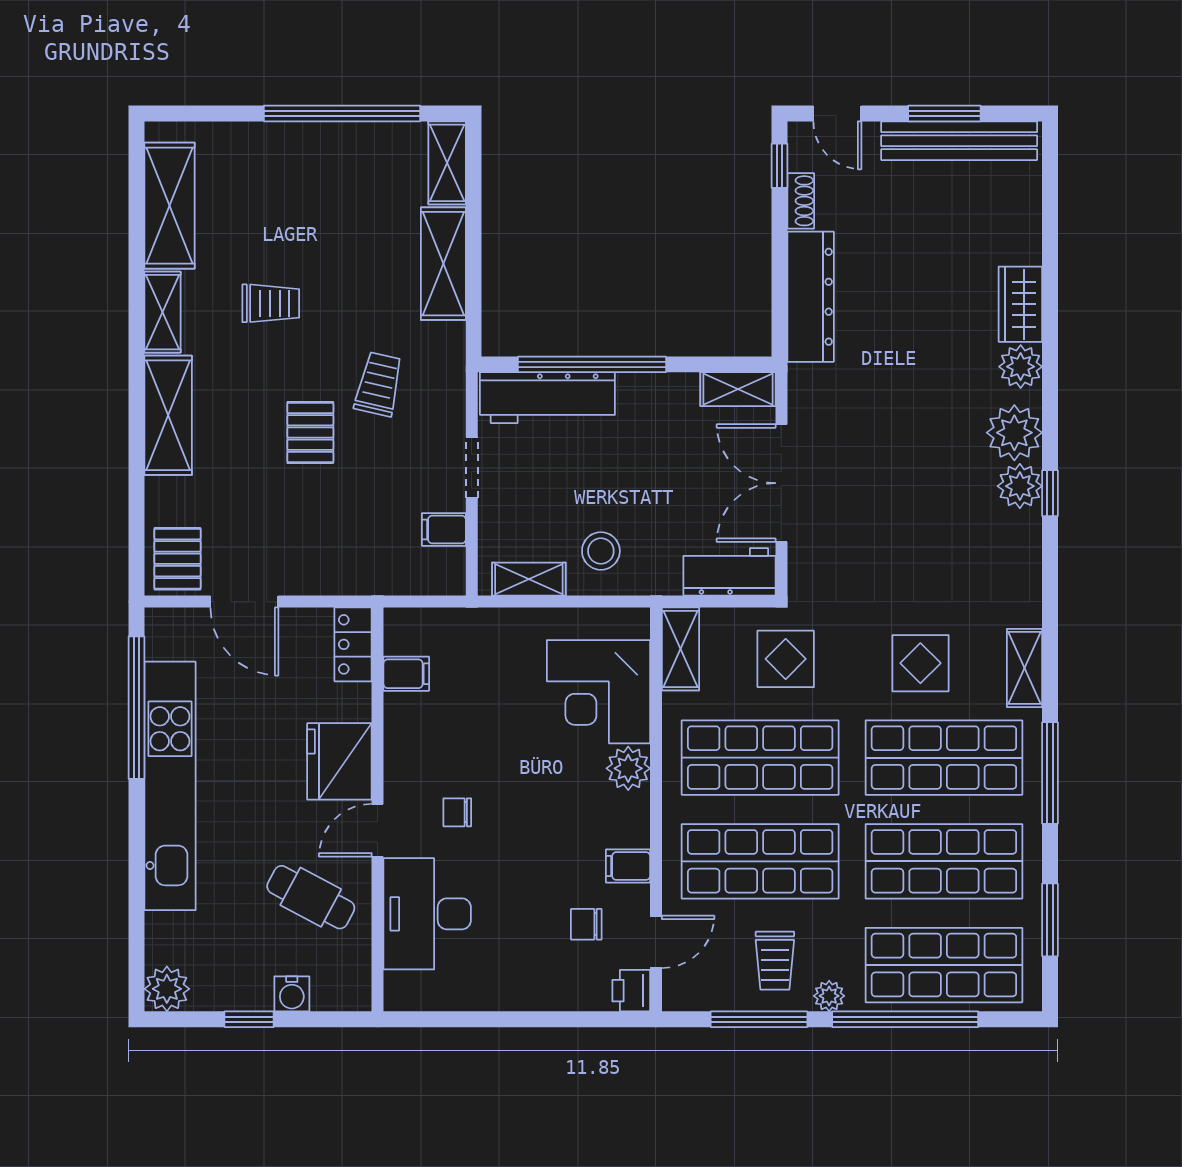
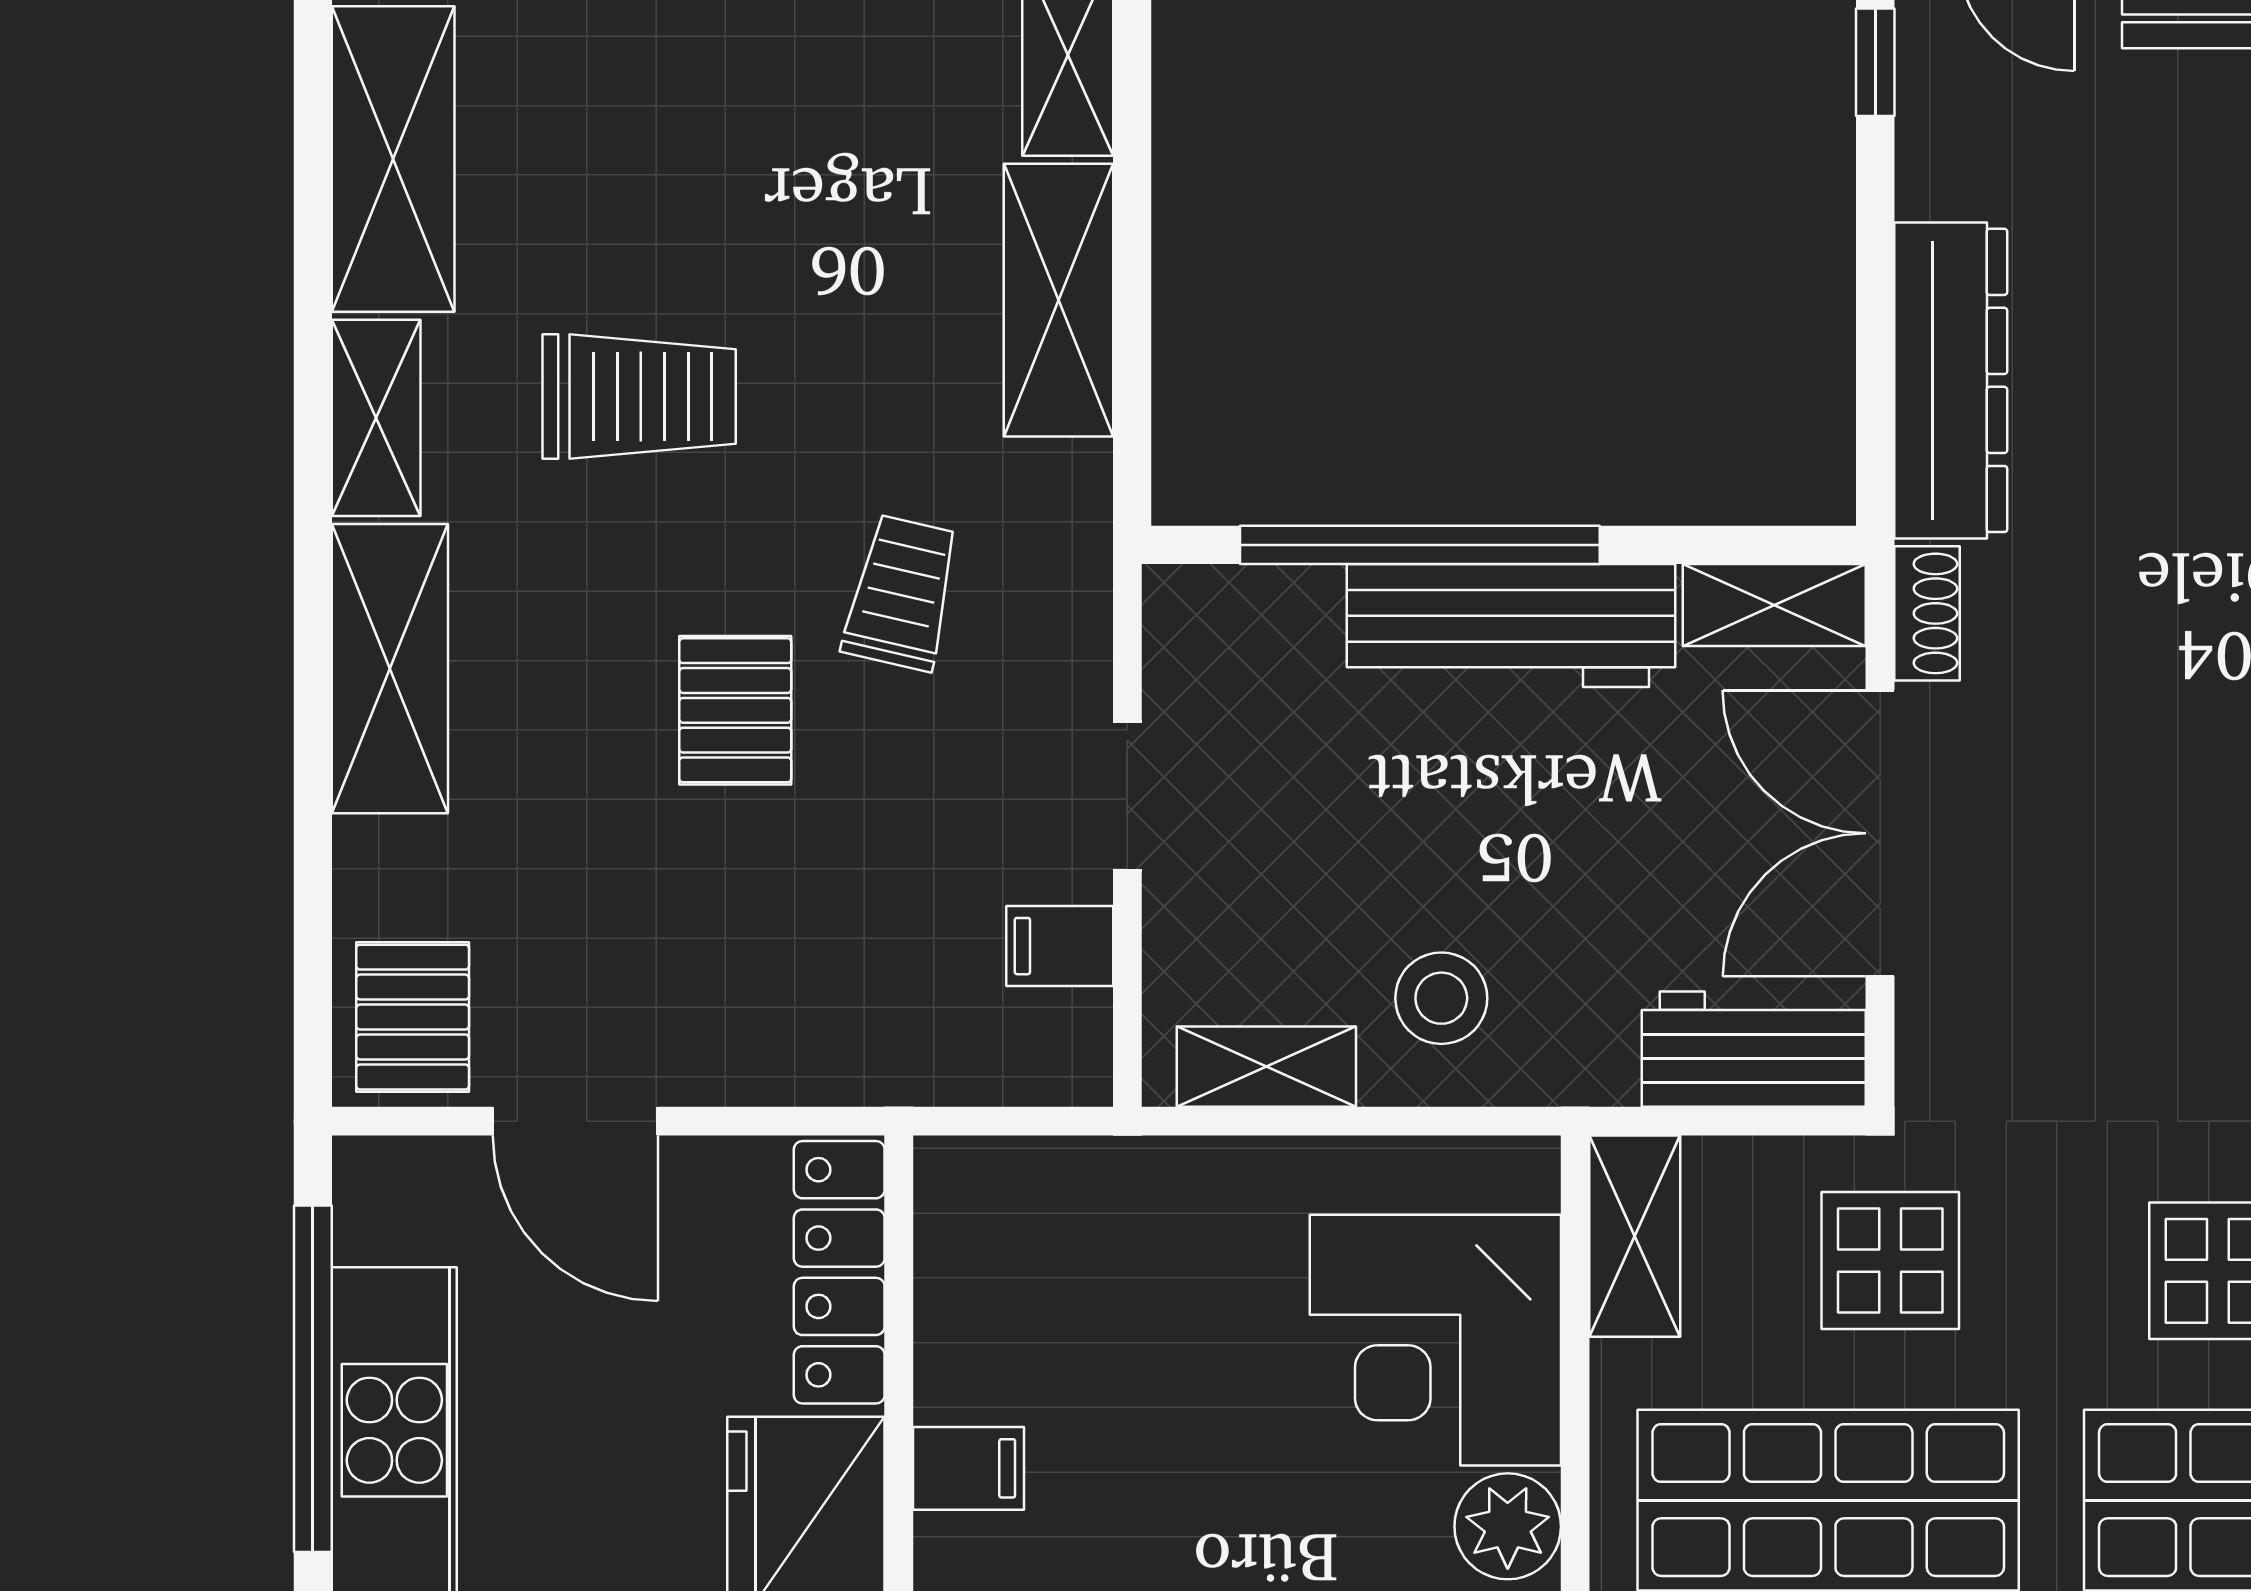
shoe rack: (801, 201) -> (1927, 613), moved
trolley: (271, 303) -> (639, 397), width x1.36, depth x1.39
workbench: (547, 398) -> (1511, 626), moved
locker: (353, 644) -> (839, 1272), width x1.53
filing cabinet: (406, 674) -> (968, 1468), moved

